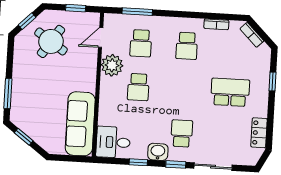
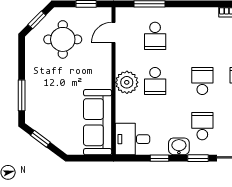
round table: (51, 41) -> (63, 39), turned -34
school desk: (187, 46) -> (202, 81), moved, turned 180
plant: (112, 65) -> (127, 82), moved

